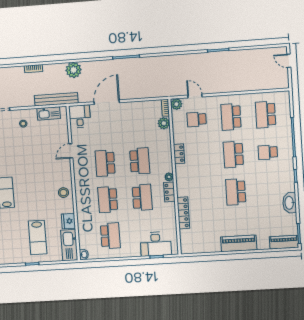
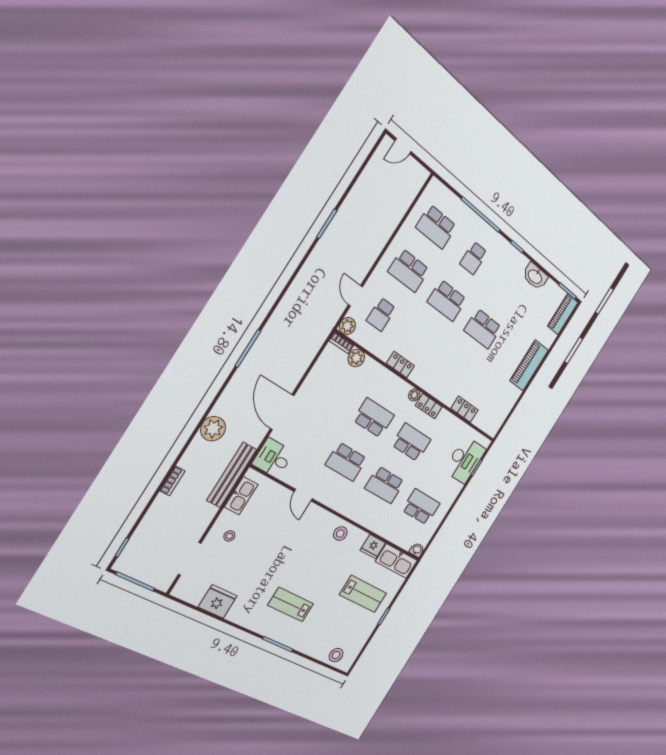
door: (195, 96) -> (355, 296), hinge flipped
locker: (183, 213) -> (464, 409), width x0.66

